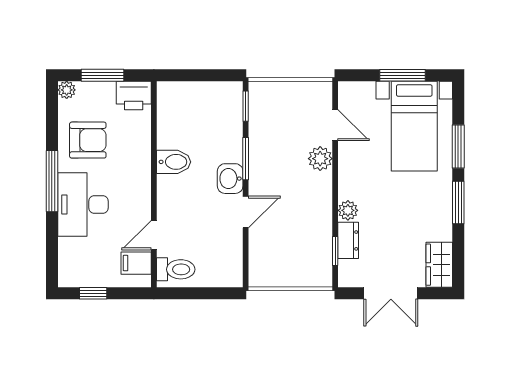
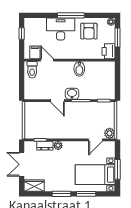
plant: (320, 159) -> (110, 133), moved

